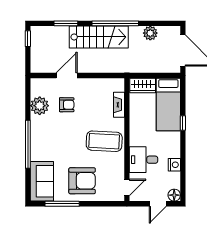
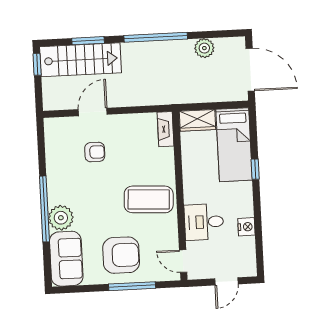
stairs: (99, 37) -> (81, 60), moved
fireplace: (119, 105) -> (165, 129), moved
plant: (40, 106) -> (61, 218), moved
door: (127, 187) -> (183, 261), swing flipped
floor lamp: (174, 195) -> (248, 268), removed
window: (62, 204) -> (132, 286), moved

